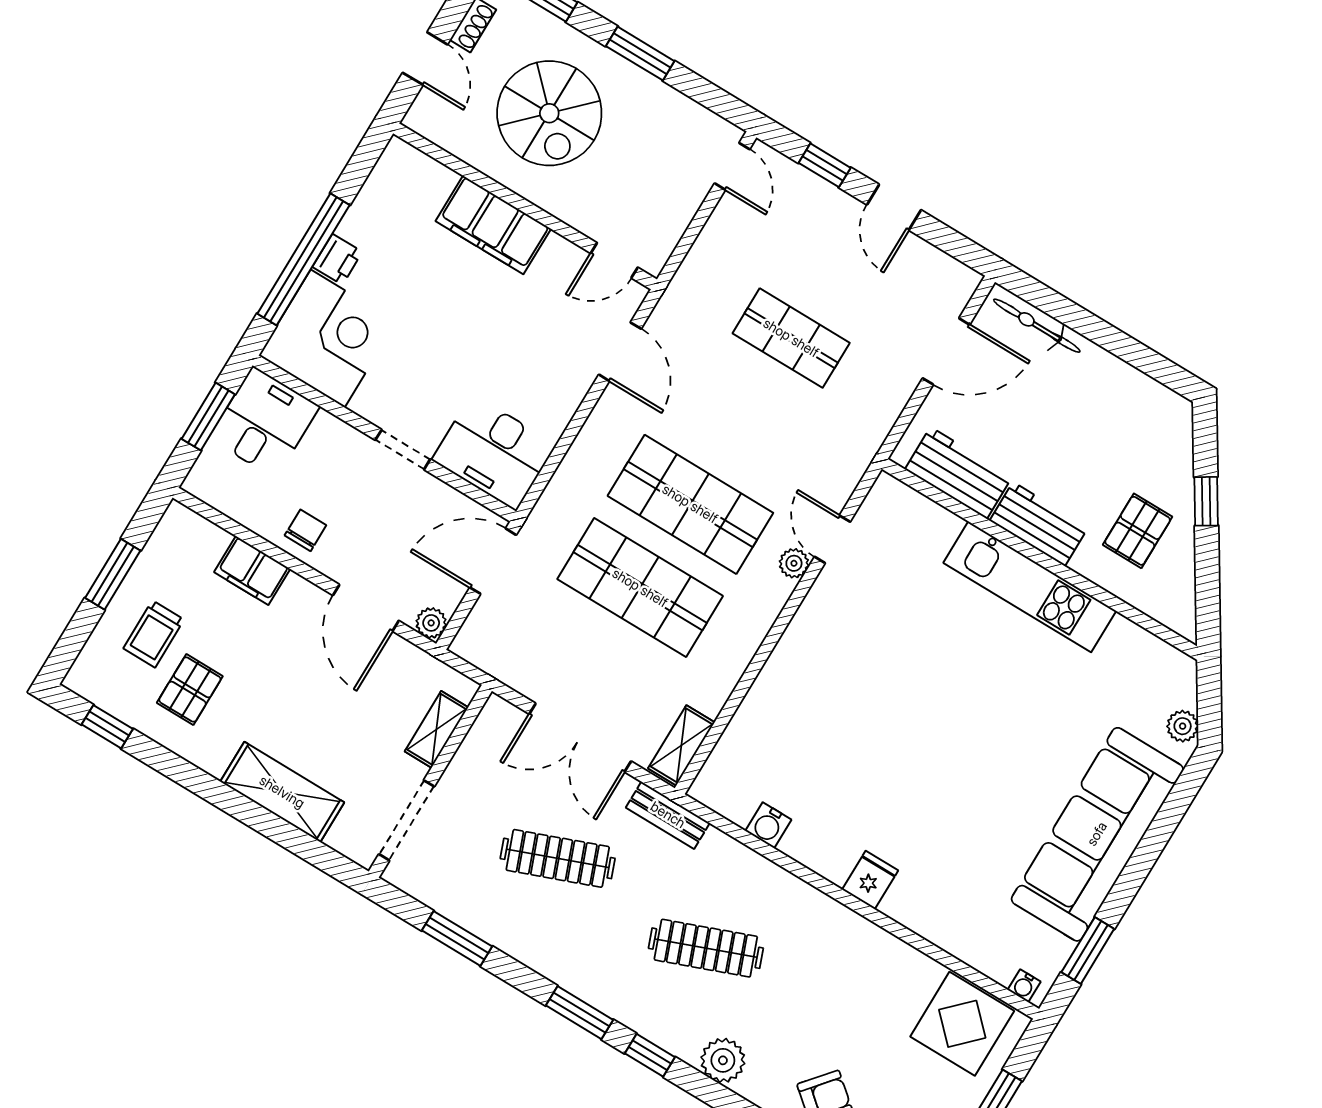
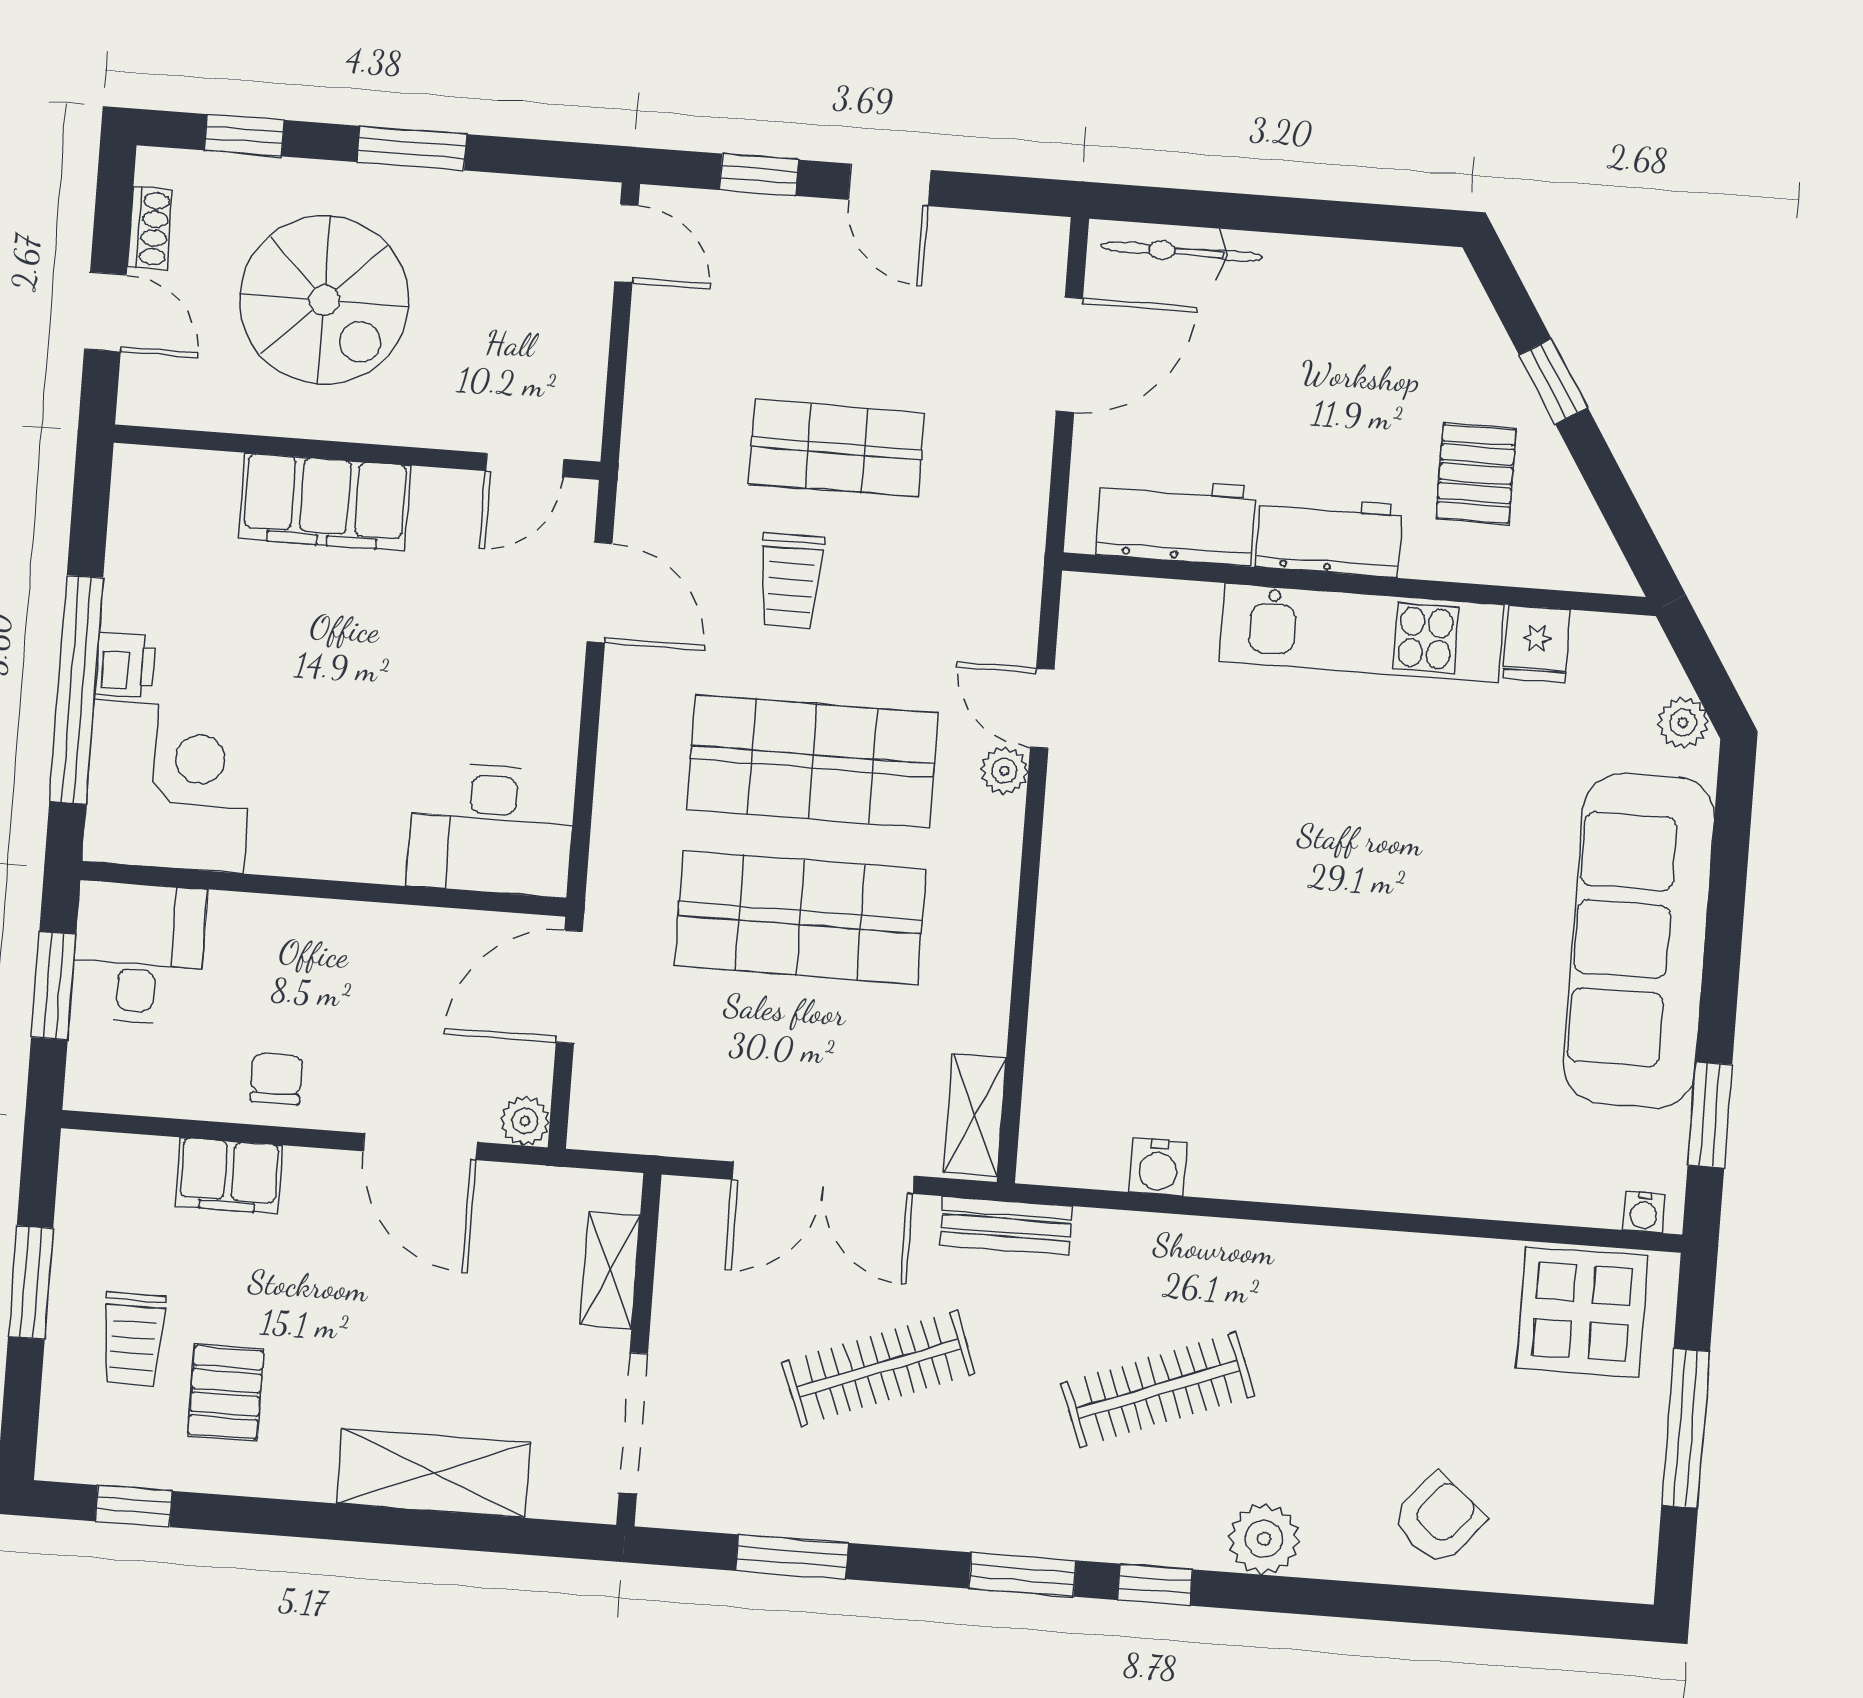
trolley: (729, 399) -> (790, 581), added
doorway: (403, 450) -> (358, 892), removed
fridge: (870, 880) -> (1537, 644), moved, turned 180

